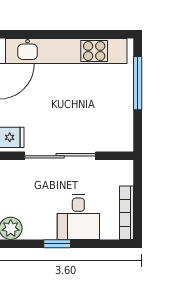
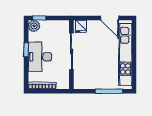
desk: (78, 217) -> (40, 57), width x1.37

